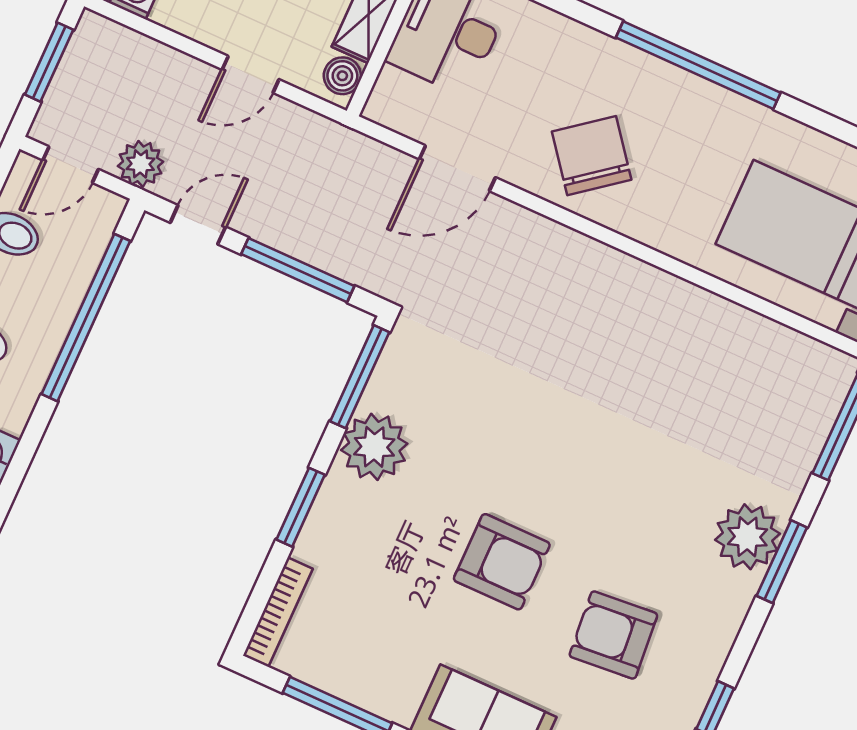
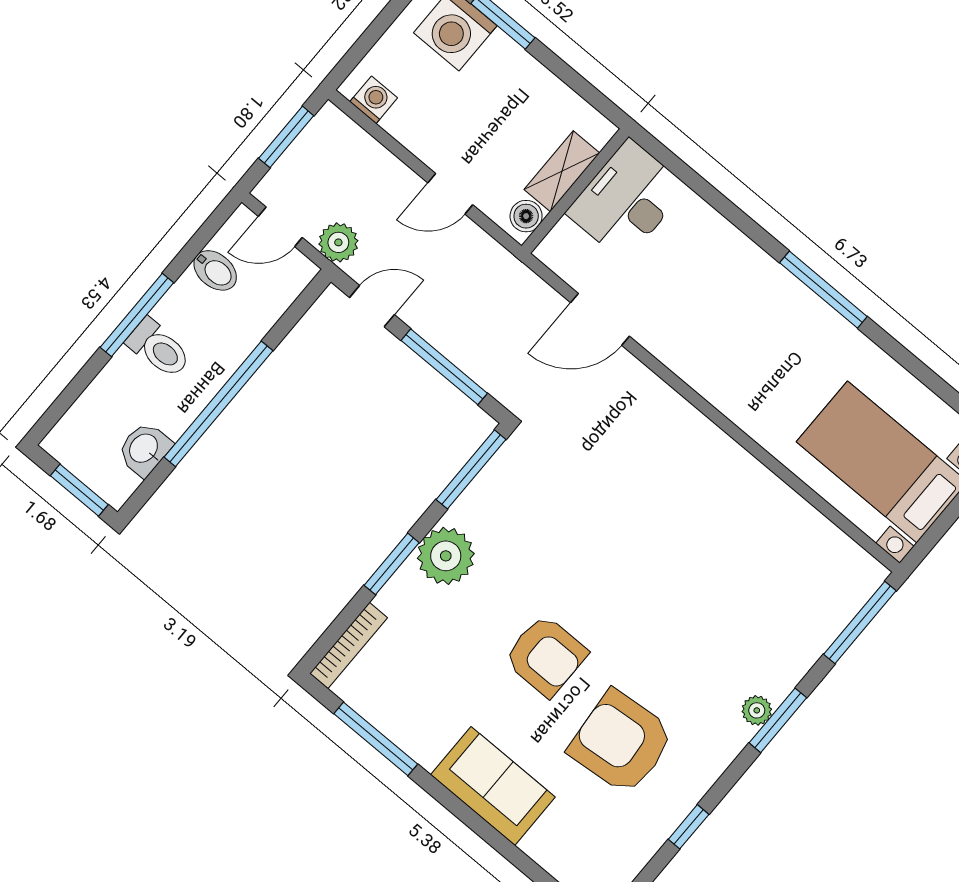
window: (698, 65) -> (823, 290), width x0.68
chair: (592, 156) -> (714, 340), removed
window: (86, 318) -> (218, 404), moved
plant: (374, 447) -> (446, 556), moved
plant: (748, 537) -> (757, 710), width x0.53, depth x0.53
armchair: (613, 635) -> (621, 742), width x1.36, depth x1.36

